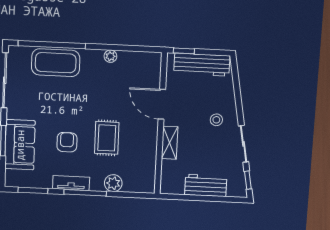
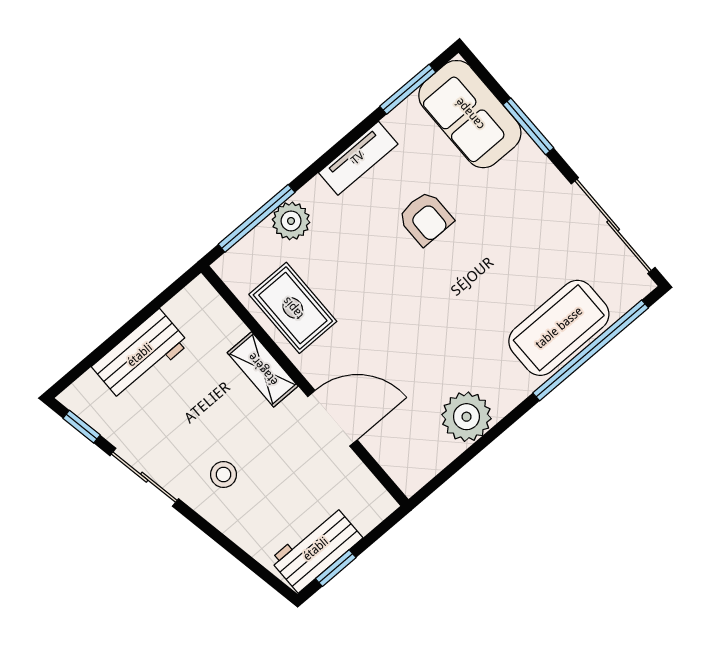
window: (184, 51) -> (336, 568), moved
plant: (110, 56) -> (466, 417), width x1.88, depth x1.88
workbench: (202, 65) -> (316, 549), width x0.73
rug: (107, 138) -> (293, 308), moved
sofa: (20, 145) -> (470, 114), moved
window: (85, 193) -> (257, 218), moved

